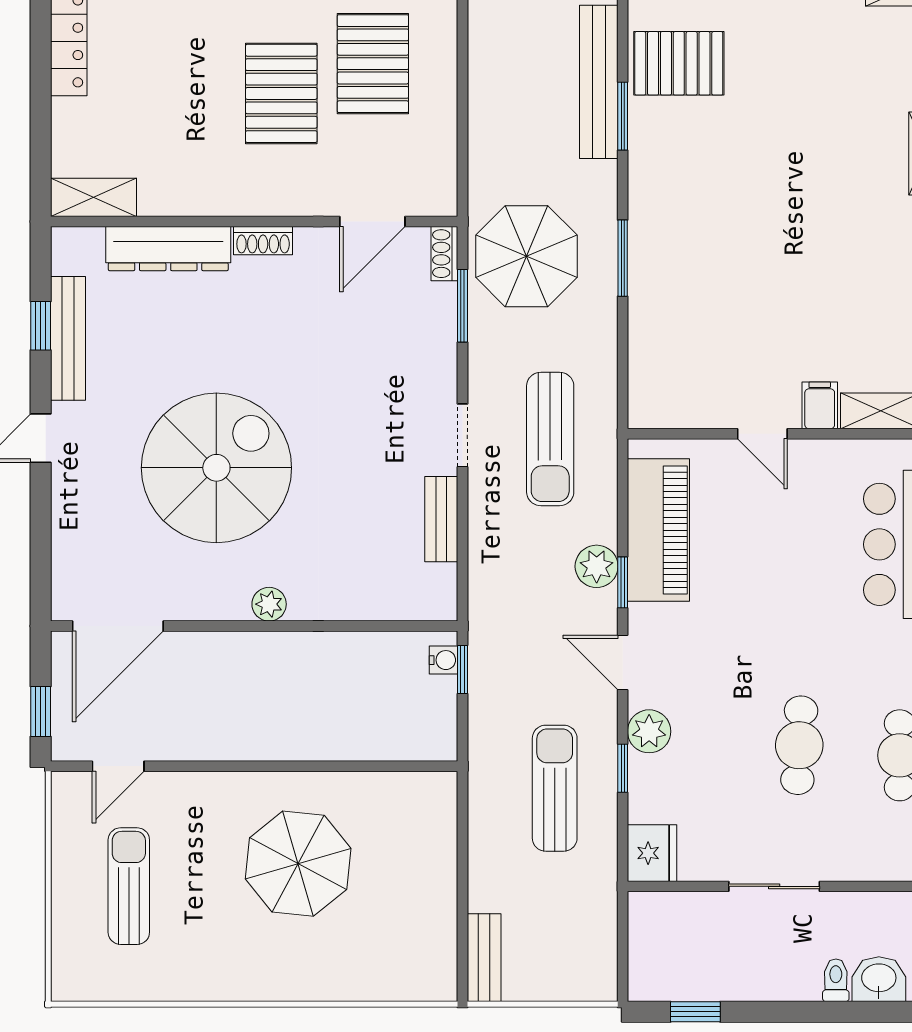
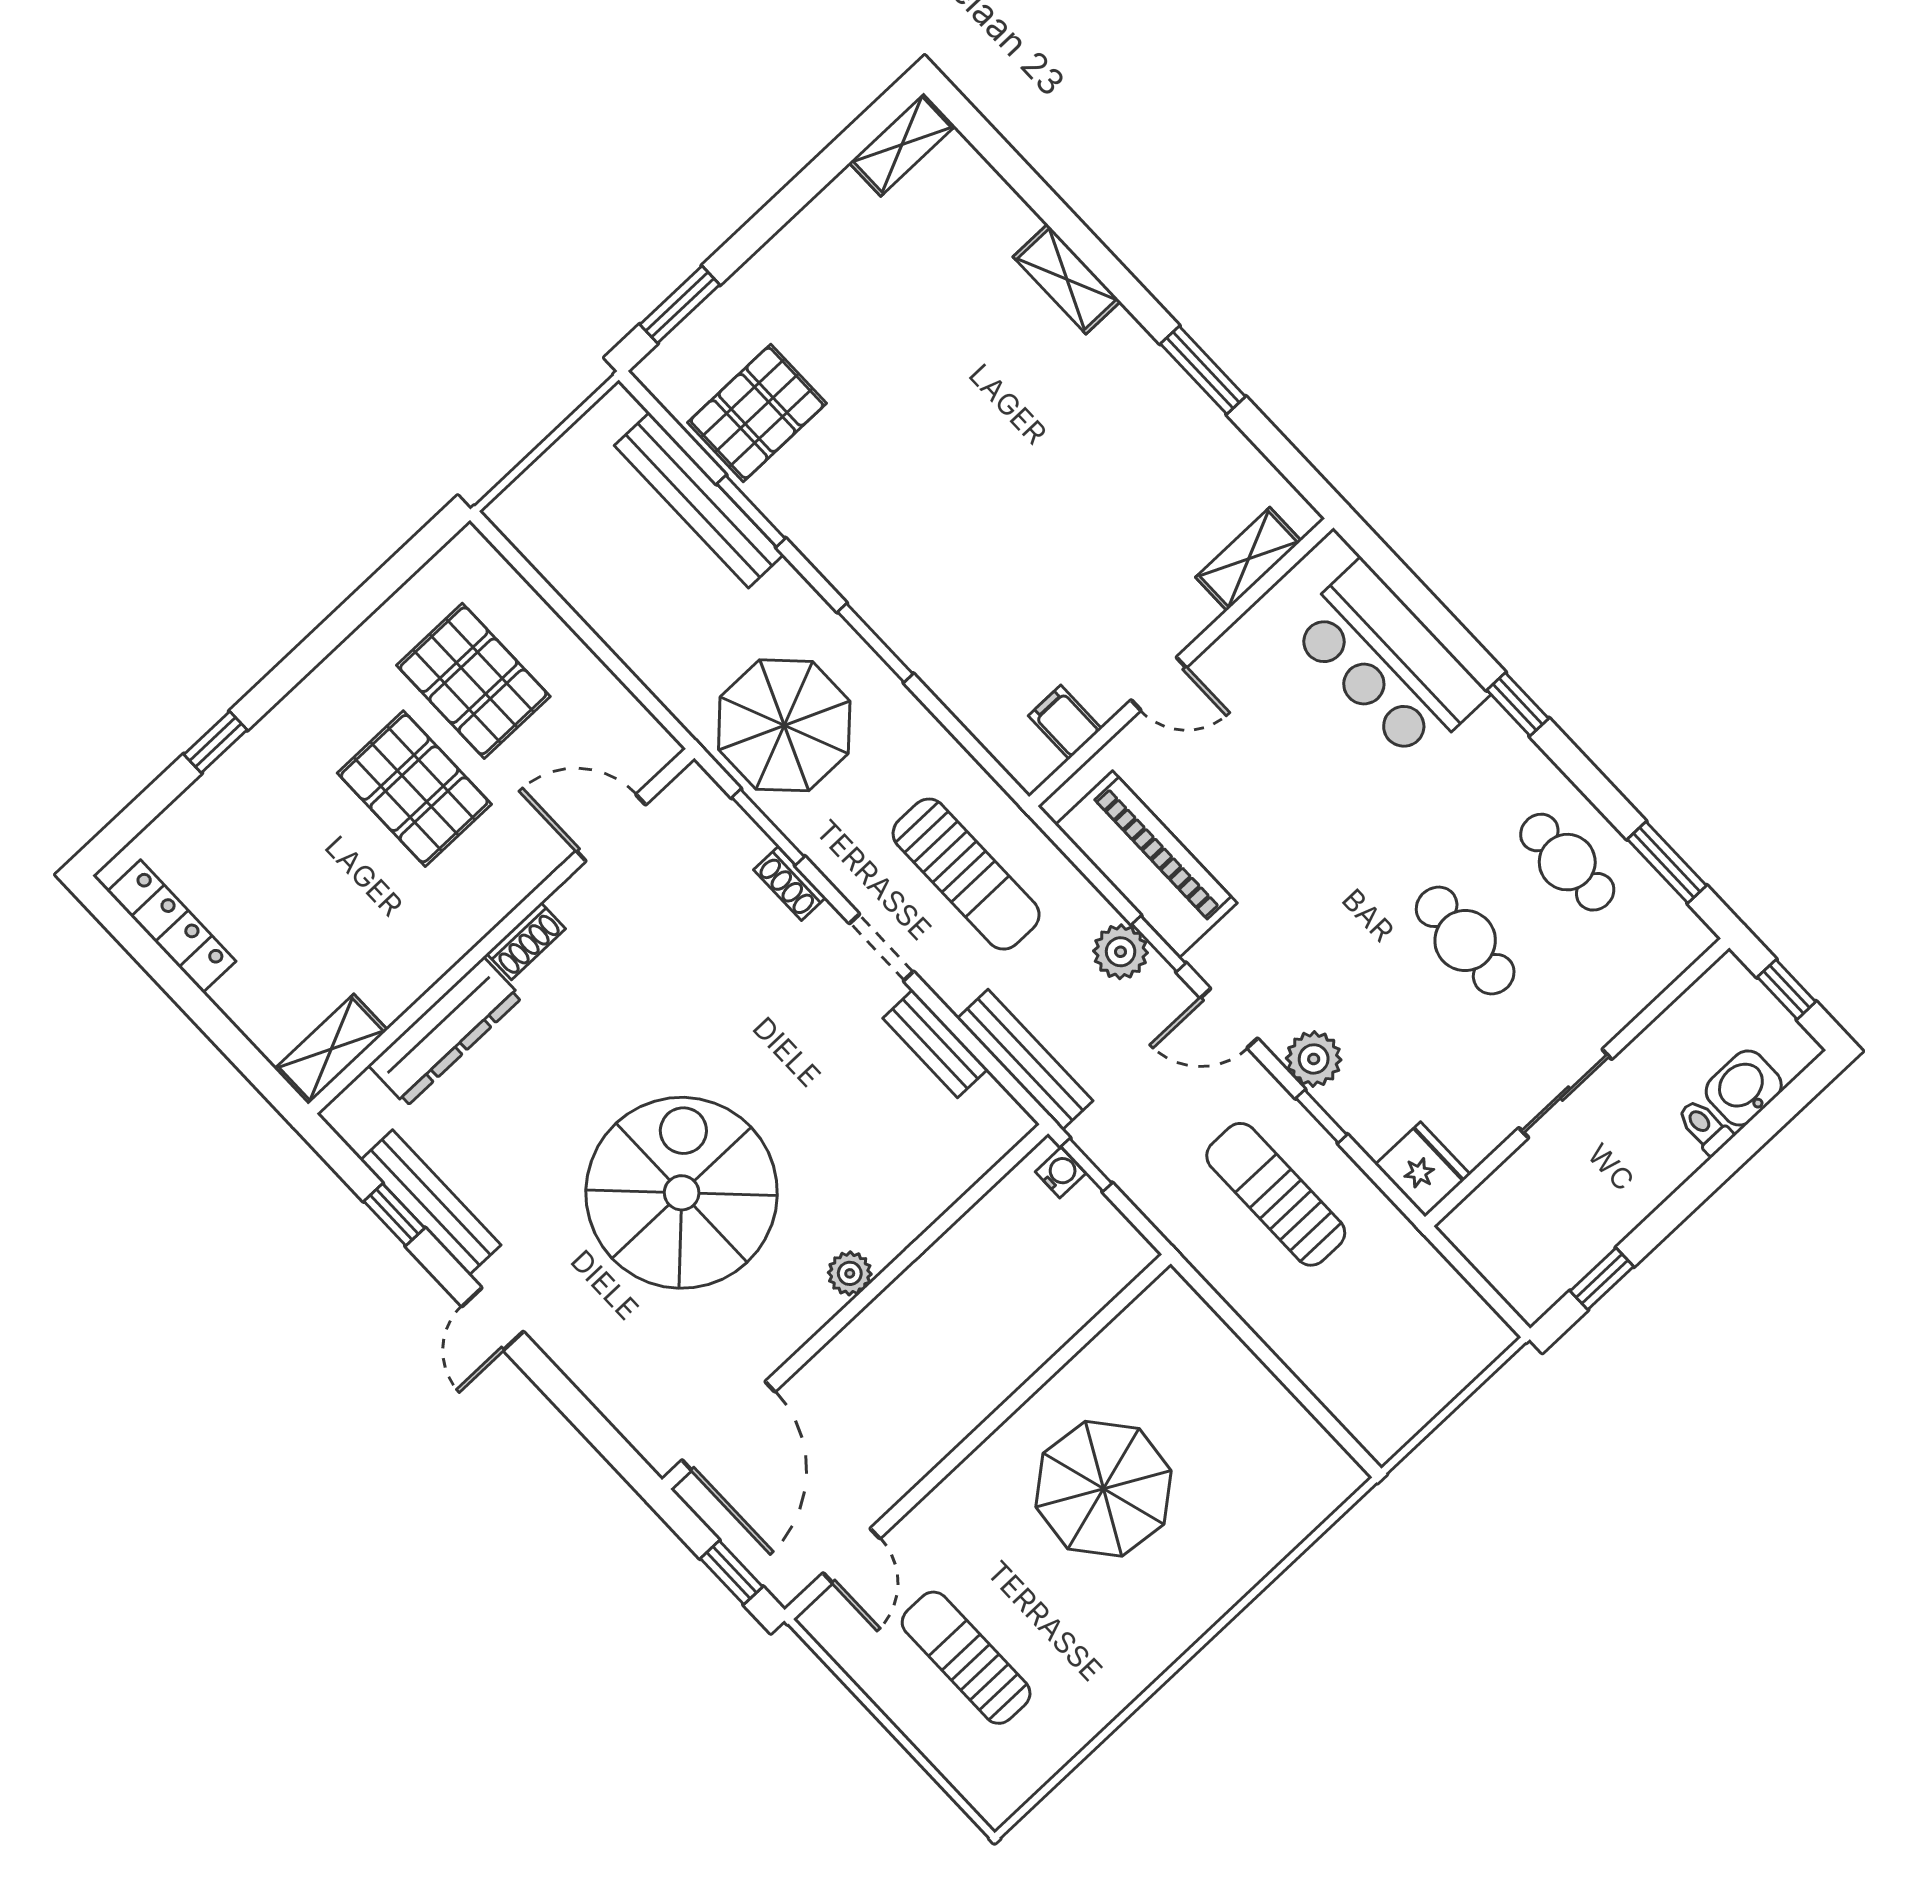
door: (372, 222) -> (611, 828), swing flipped
shoe rack: (444, 254) -> (790, 884), moved
filing cabinet: (820, 405) -> (1065, 722), moved
bench: (484, 958) -> (1025, 1060), moved, width x1.36

